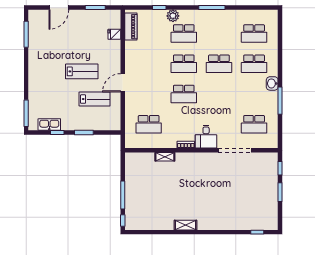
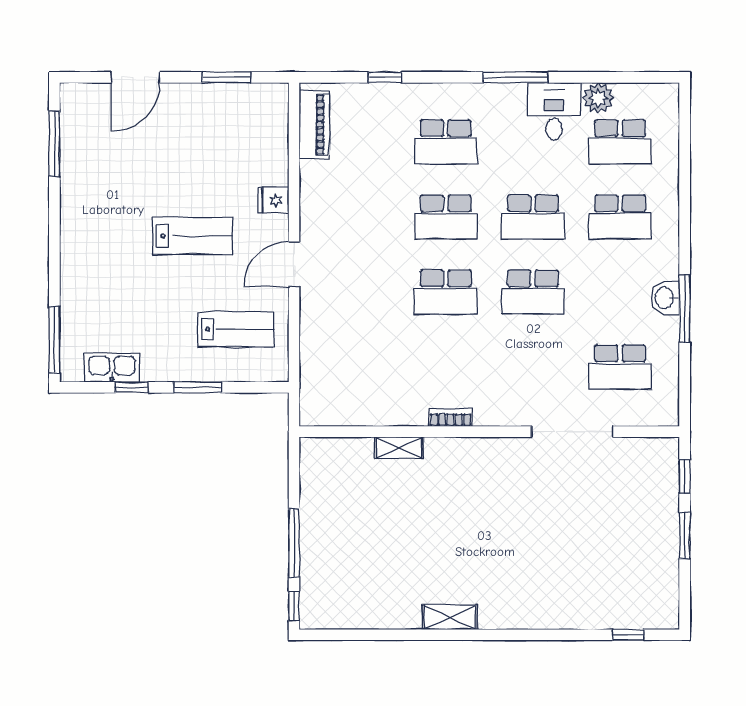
plant: (173, 16) -> (598, 98), moved
fridge: (114, 34) -> (273, 200), moved
washbasin: (272, 83) -> (665, 298), moved
lab bench: (95, 99) -> (236, 329), moved
school desk: (149, 124) -> (533, 292), moved
desk: (206, 137) -> (554, 111), moved, turned 180

